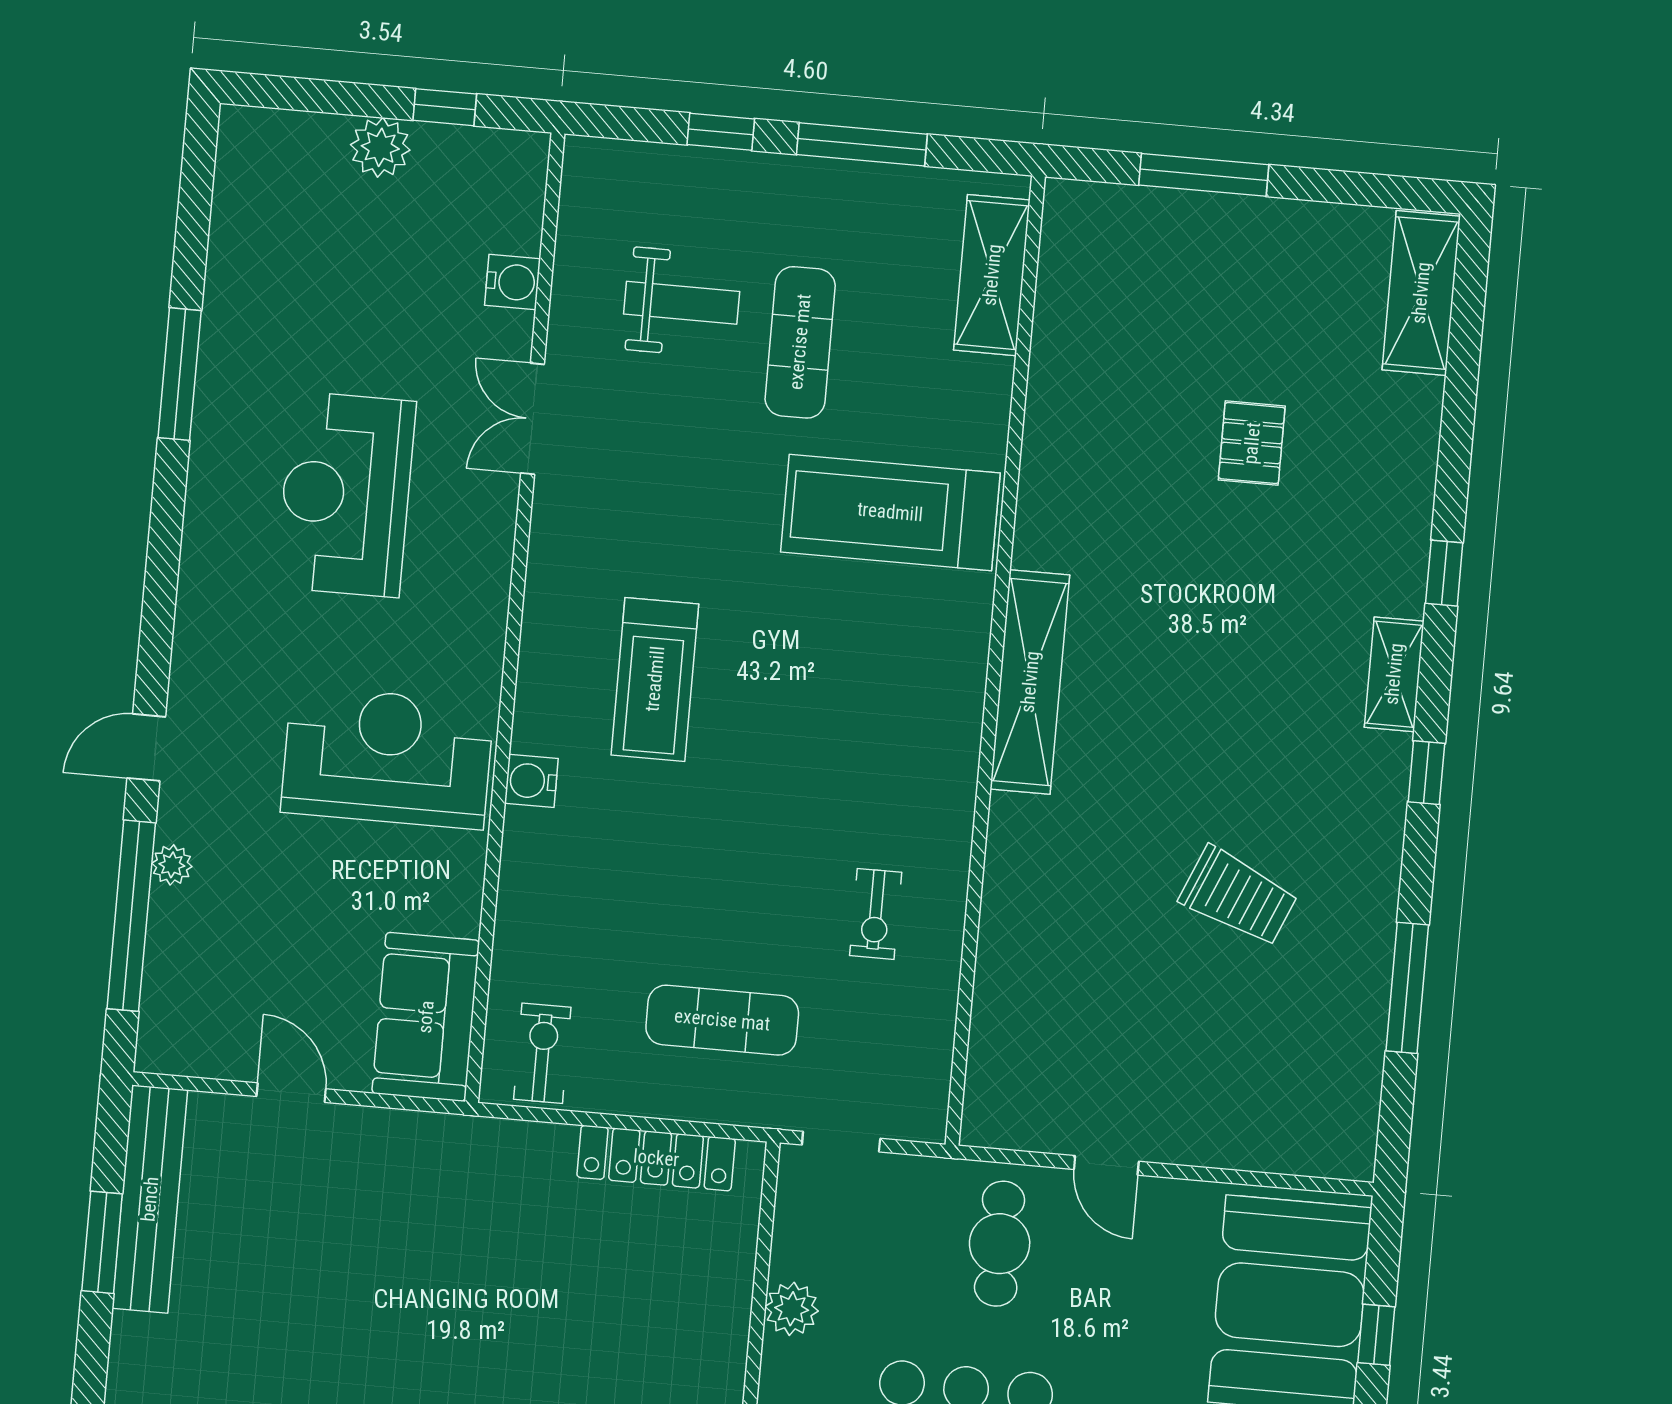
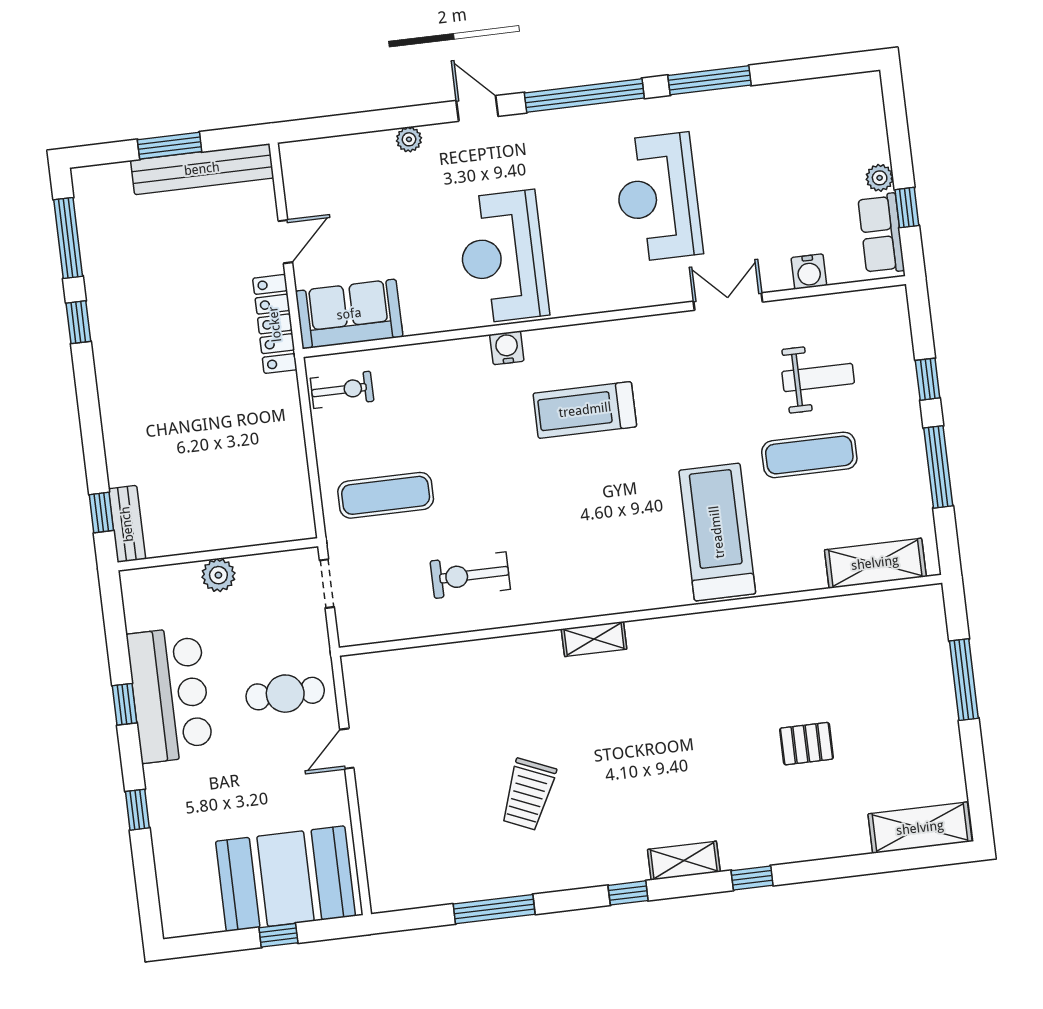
plant: (380, 147) -> (880, 178), width x0.73, depth x0.73
row of seats: (477, 156) -> (881, 234), added
weight bench: (682, 303) -> (818, 377), turned -90
reception desk: (346, 494) -> (658, 197), turned -90
shelving: (1030, 682) -> (594, 639), width x0.45, depth x0.75
reception desk: (387, 757) -> (502, 257), turned 180
exercise bike: (876, 914) -> (470, 575), width x1.38, depth x1.39
window: (131, 916) -> (584, 95), moved
exercise mat: (722, 1020) -> (386, 495), turned 90
locker: (656, 1158) -> (275, 324), moved

